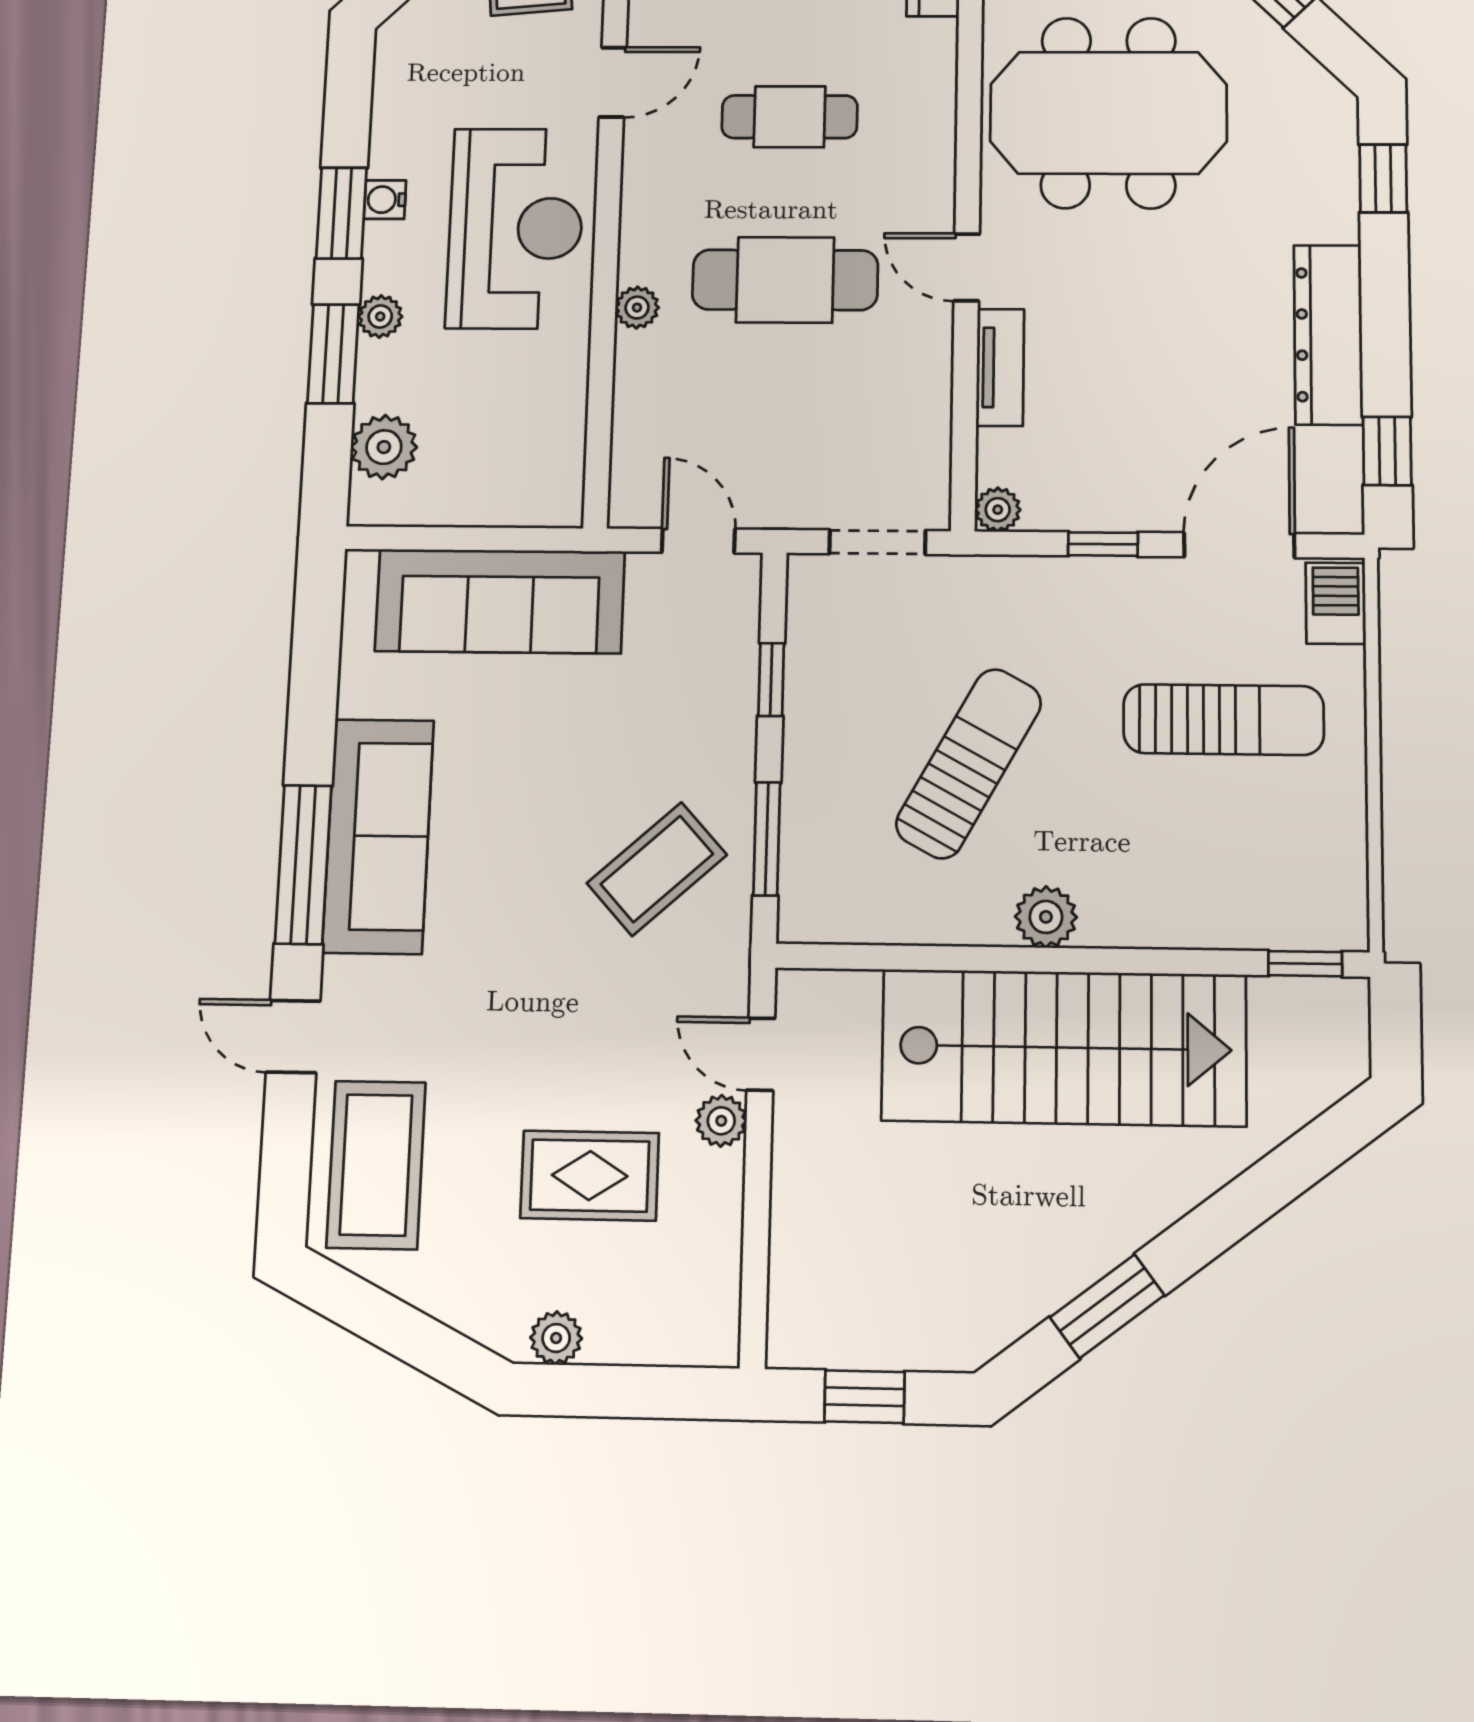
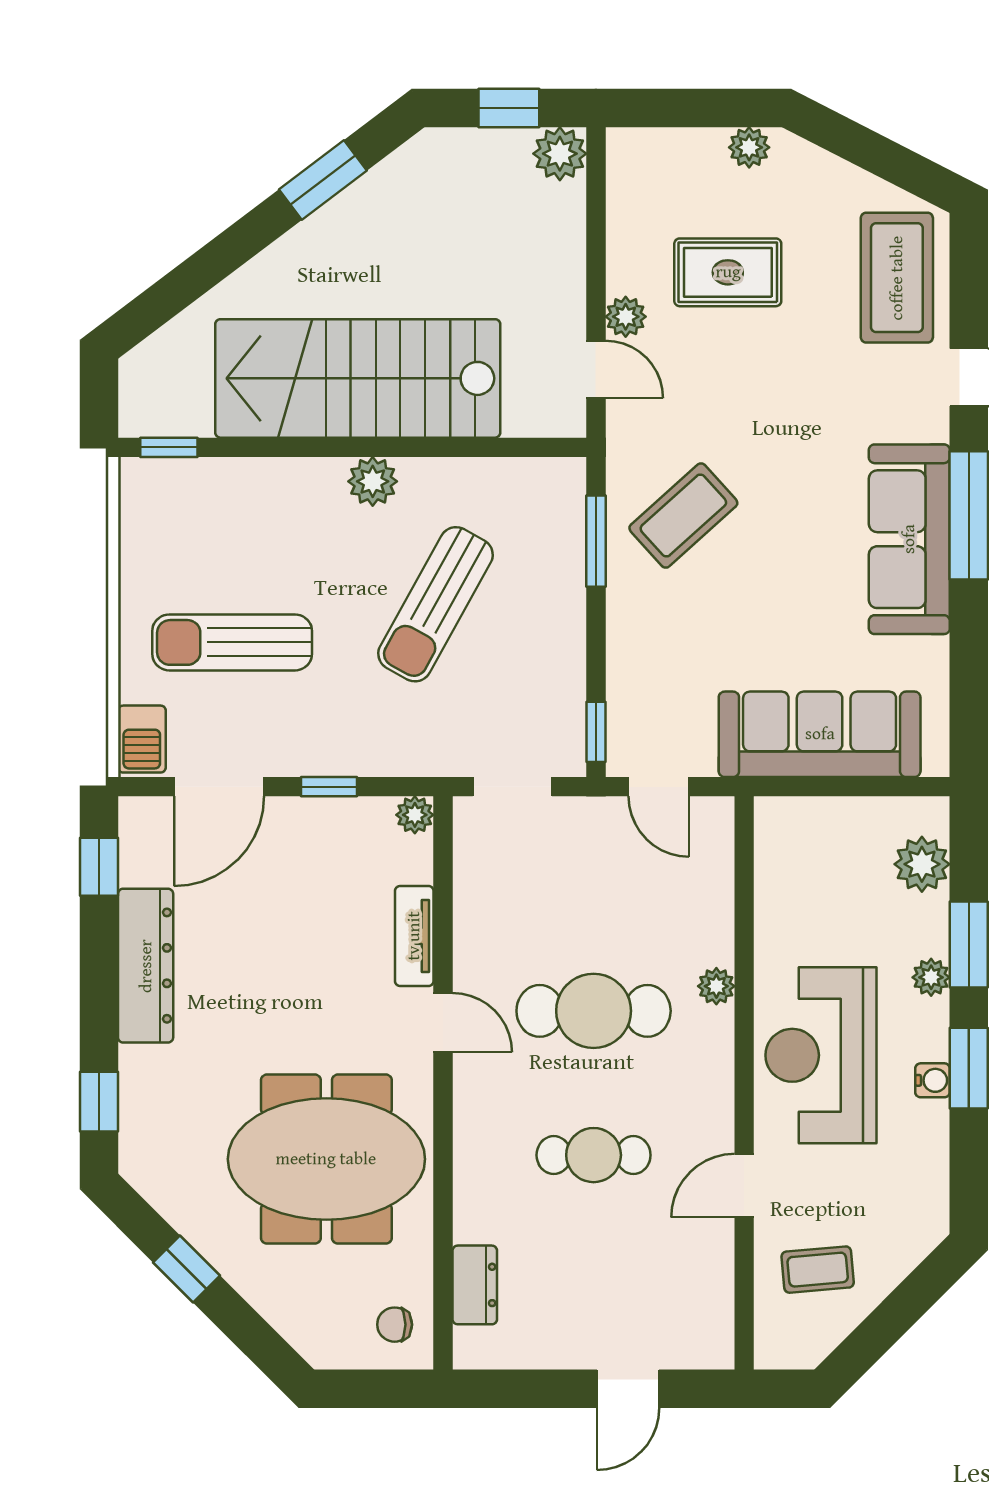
window: (771, 680) -> (596, 732), moved
plant: (800, 1335) -> (560, 154), added

